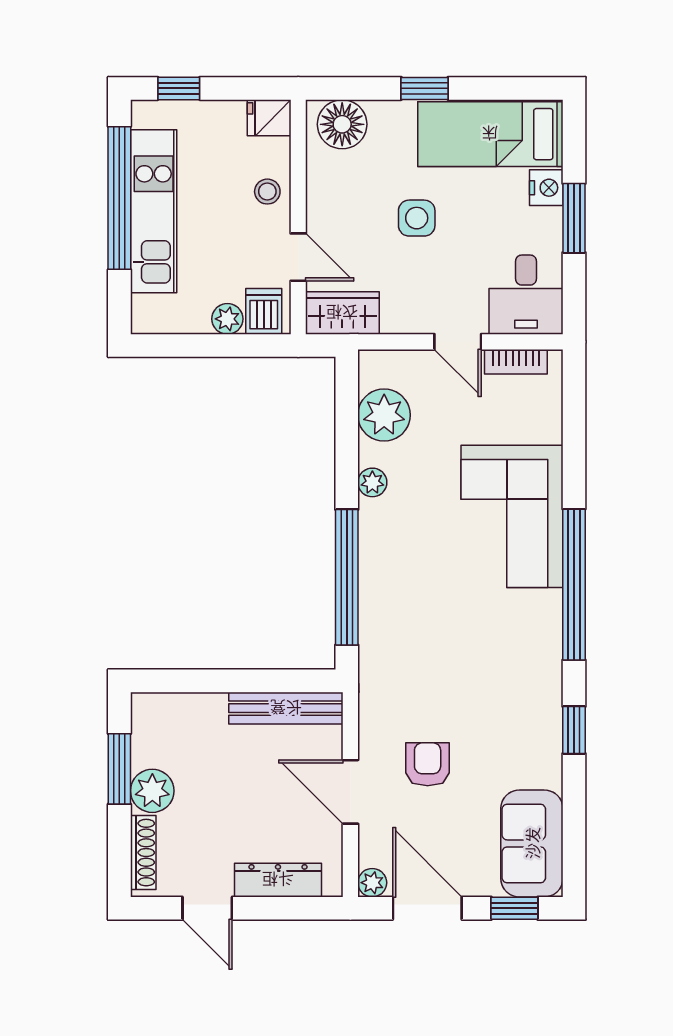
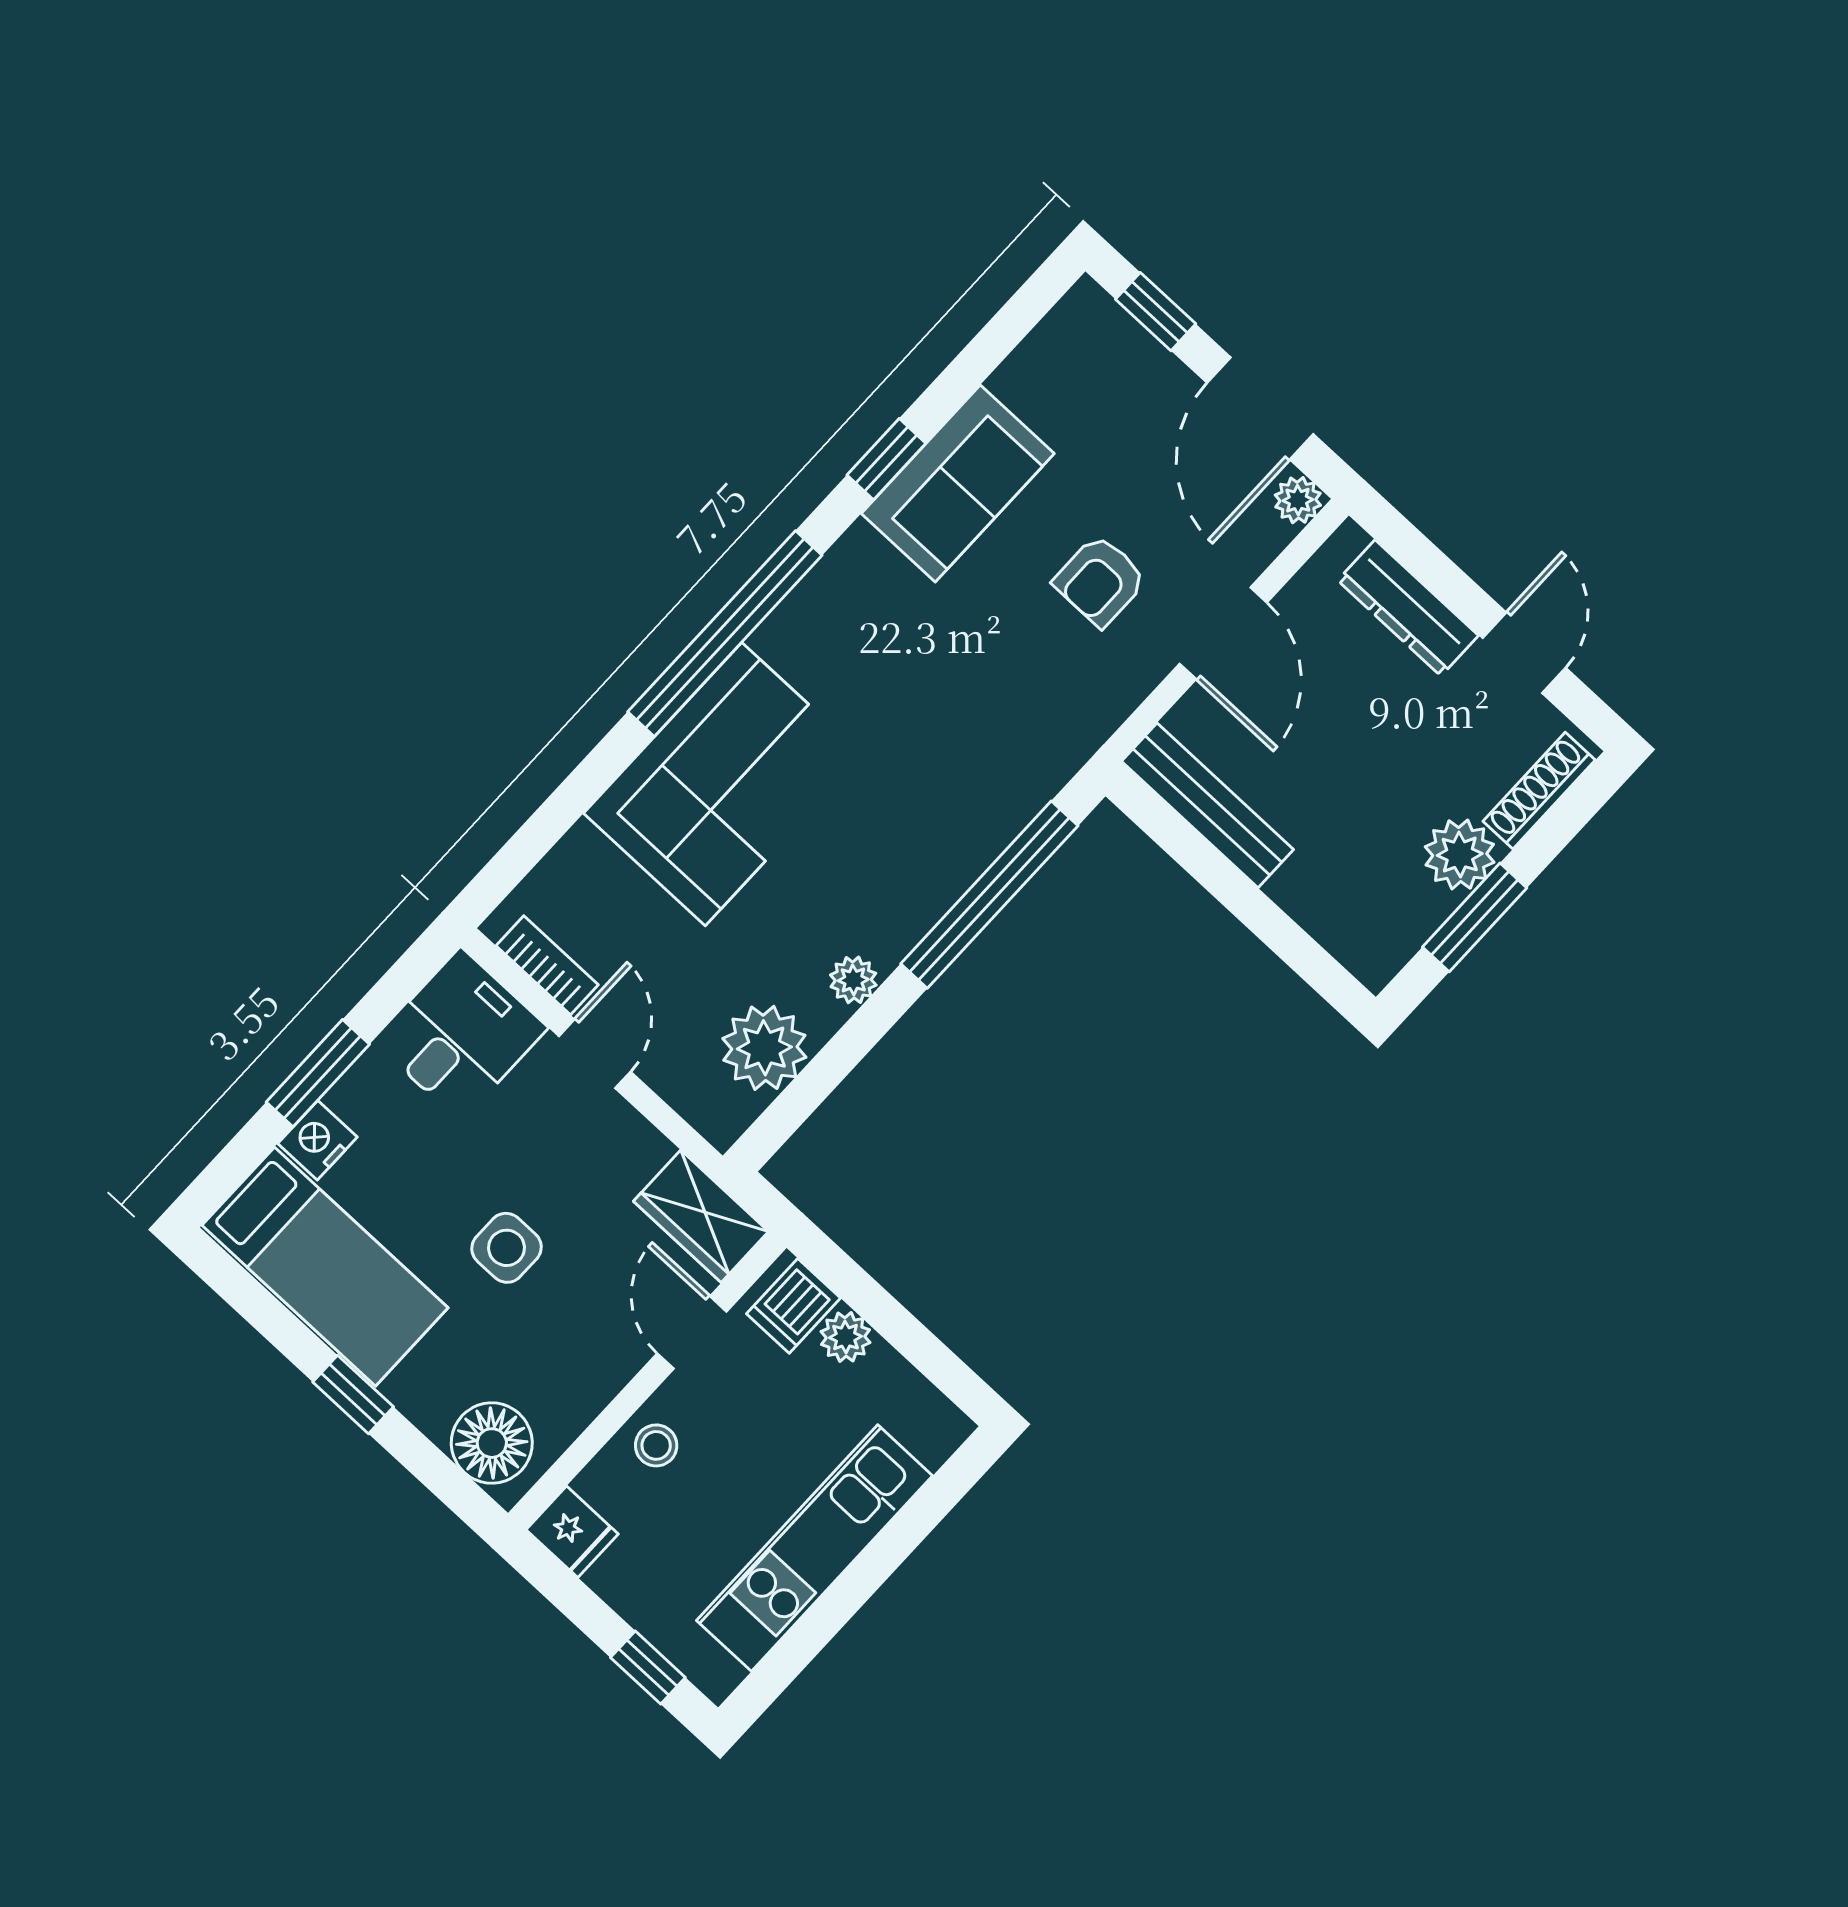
window: (119, 198) -> (841, 1602), removed
sofa: (532, 843) -> (958, 483), moved

